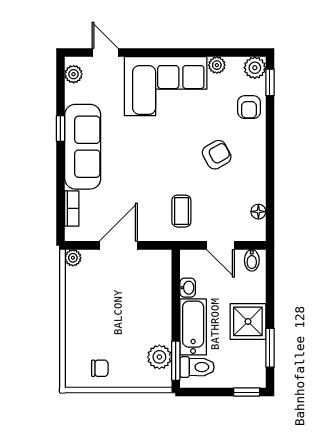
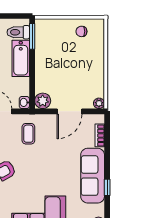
washbasin: (188, 288) -> (24, 102), moved
plant: (159, 357) -> (43, 101), moved

